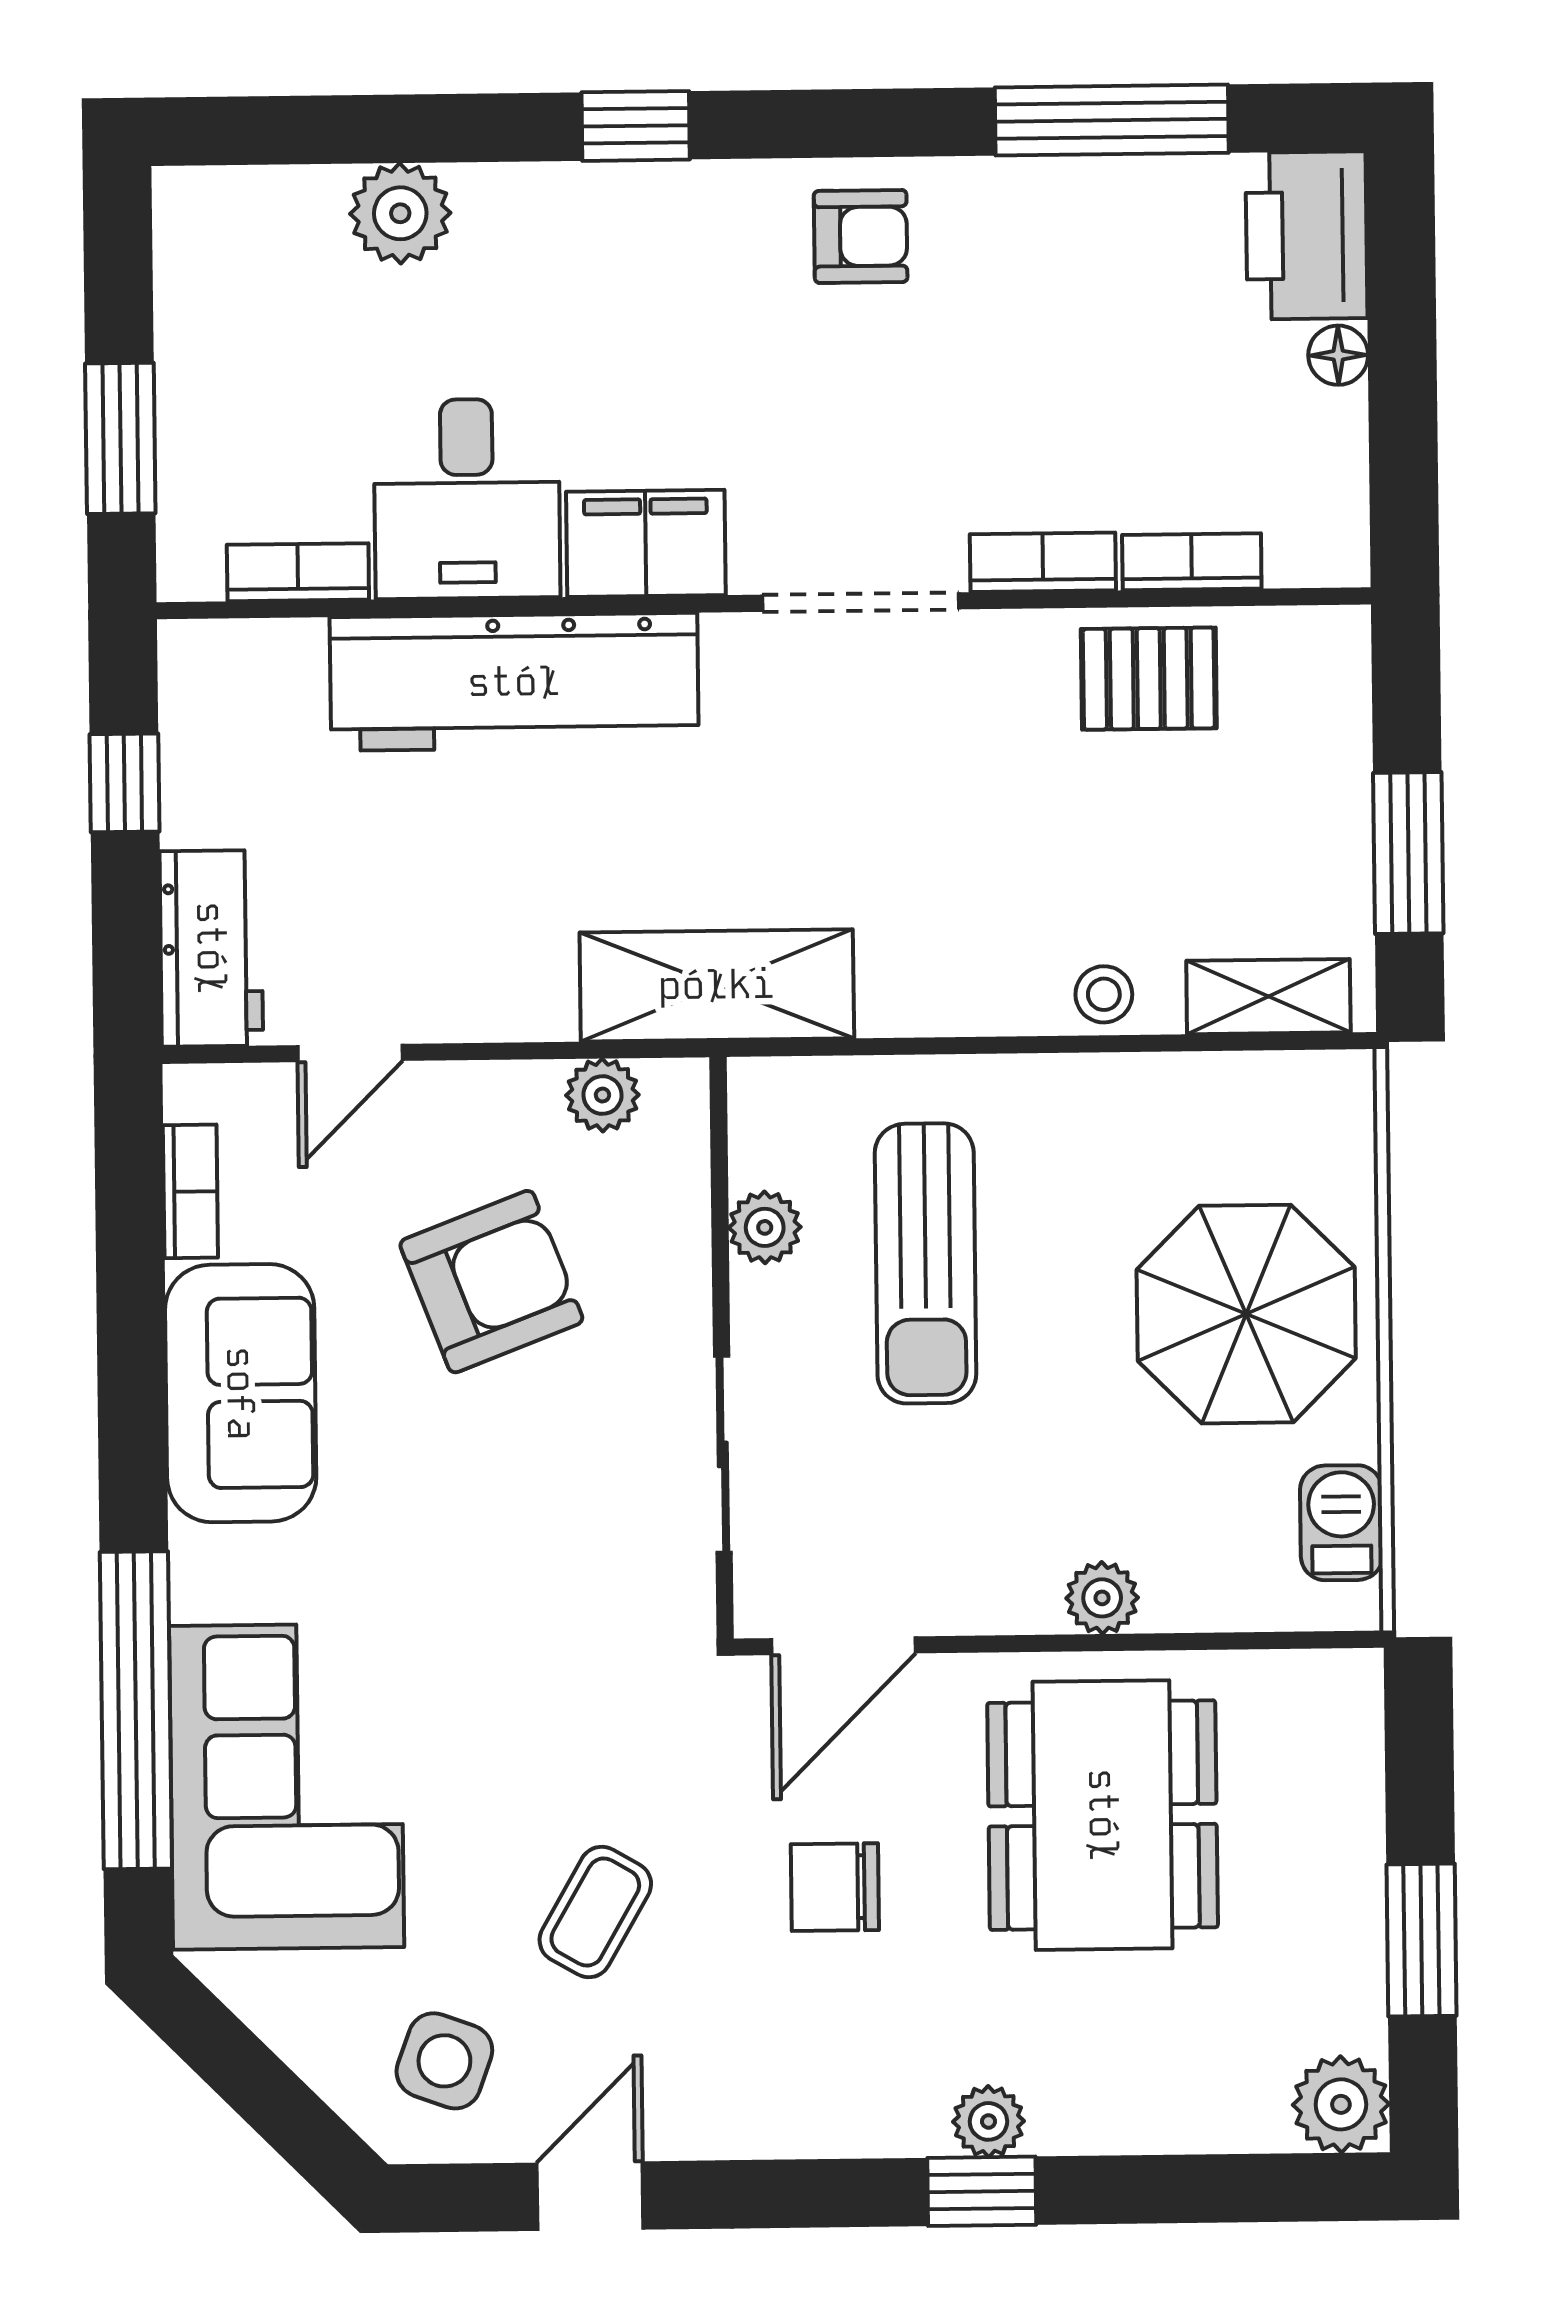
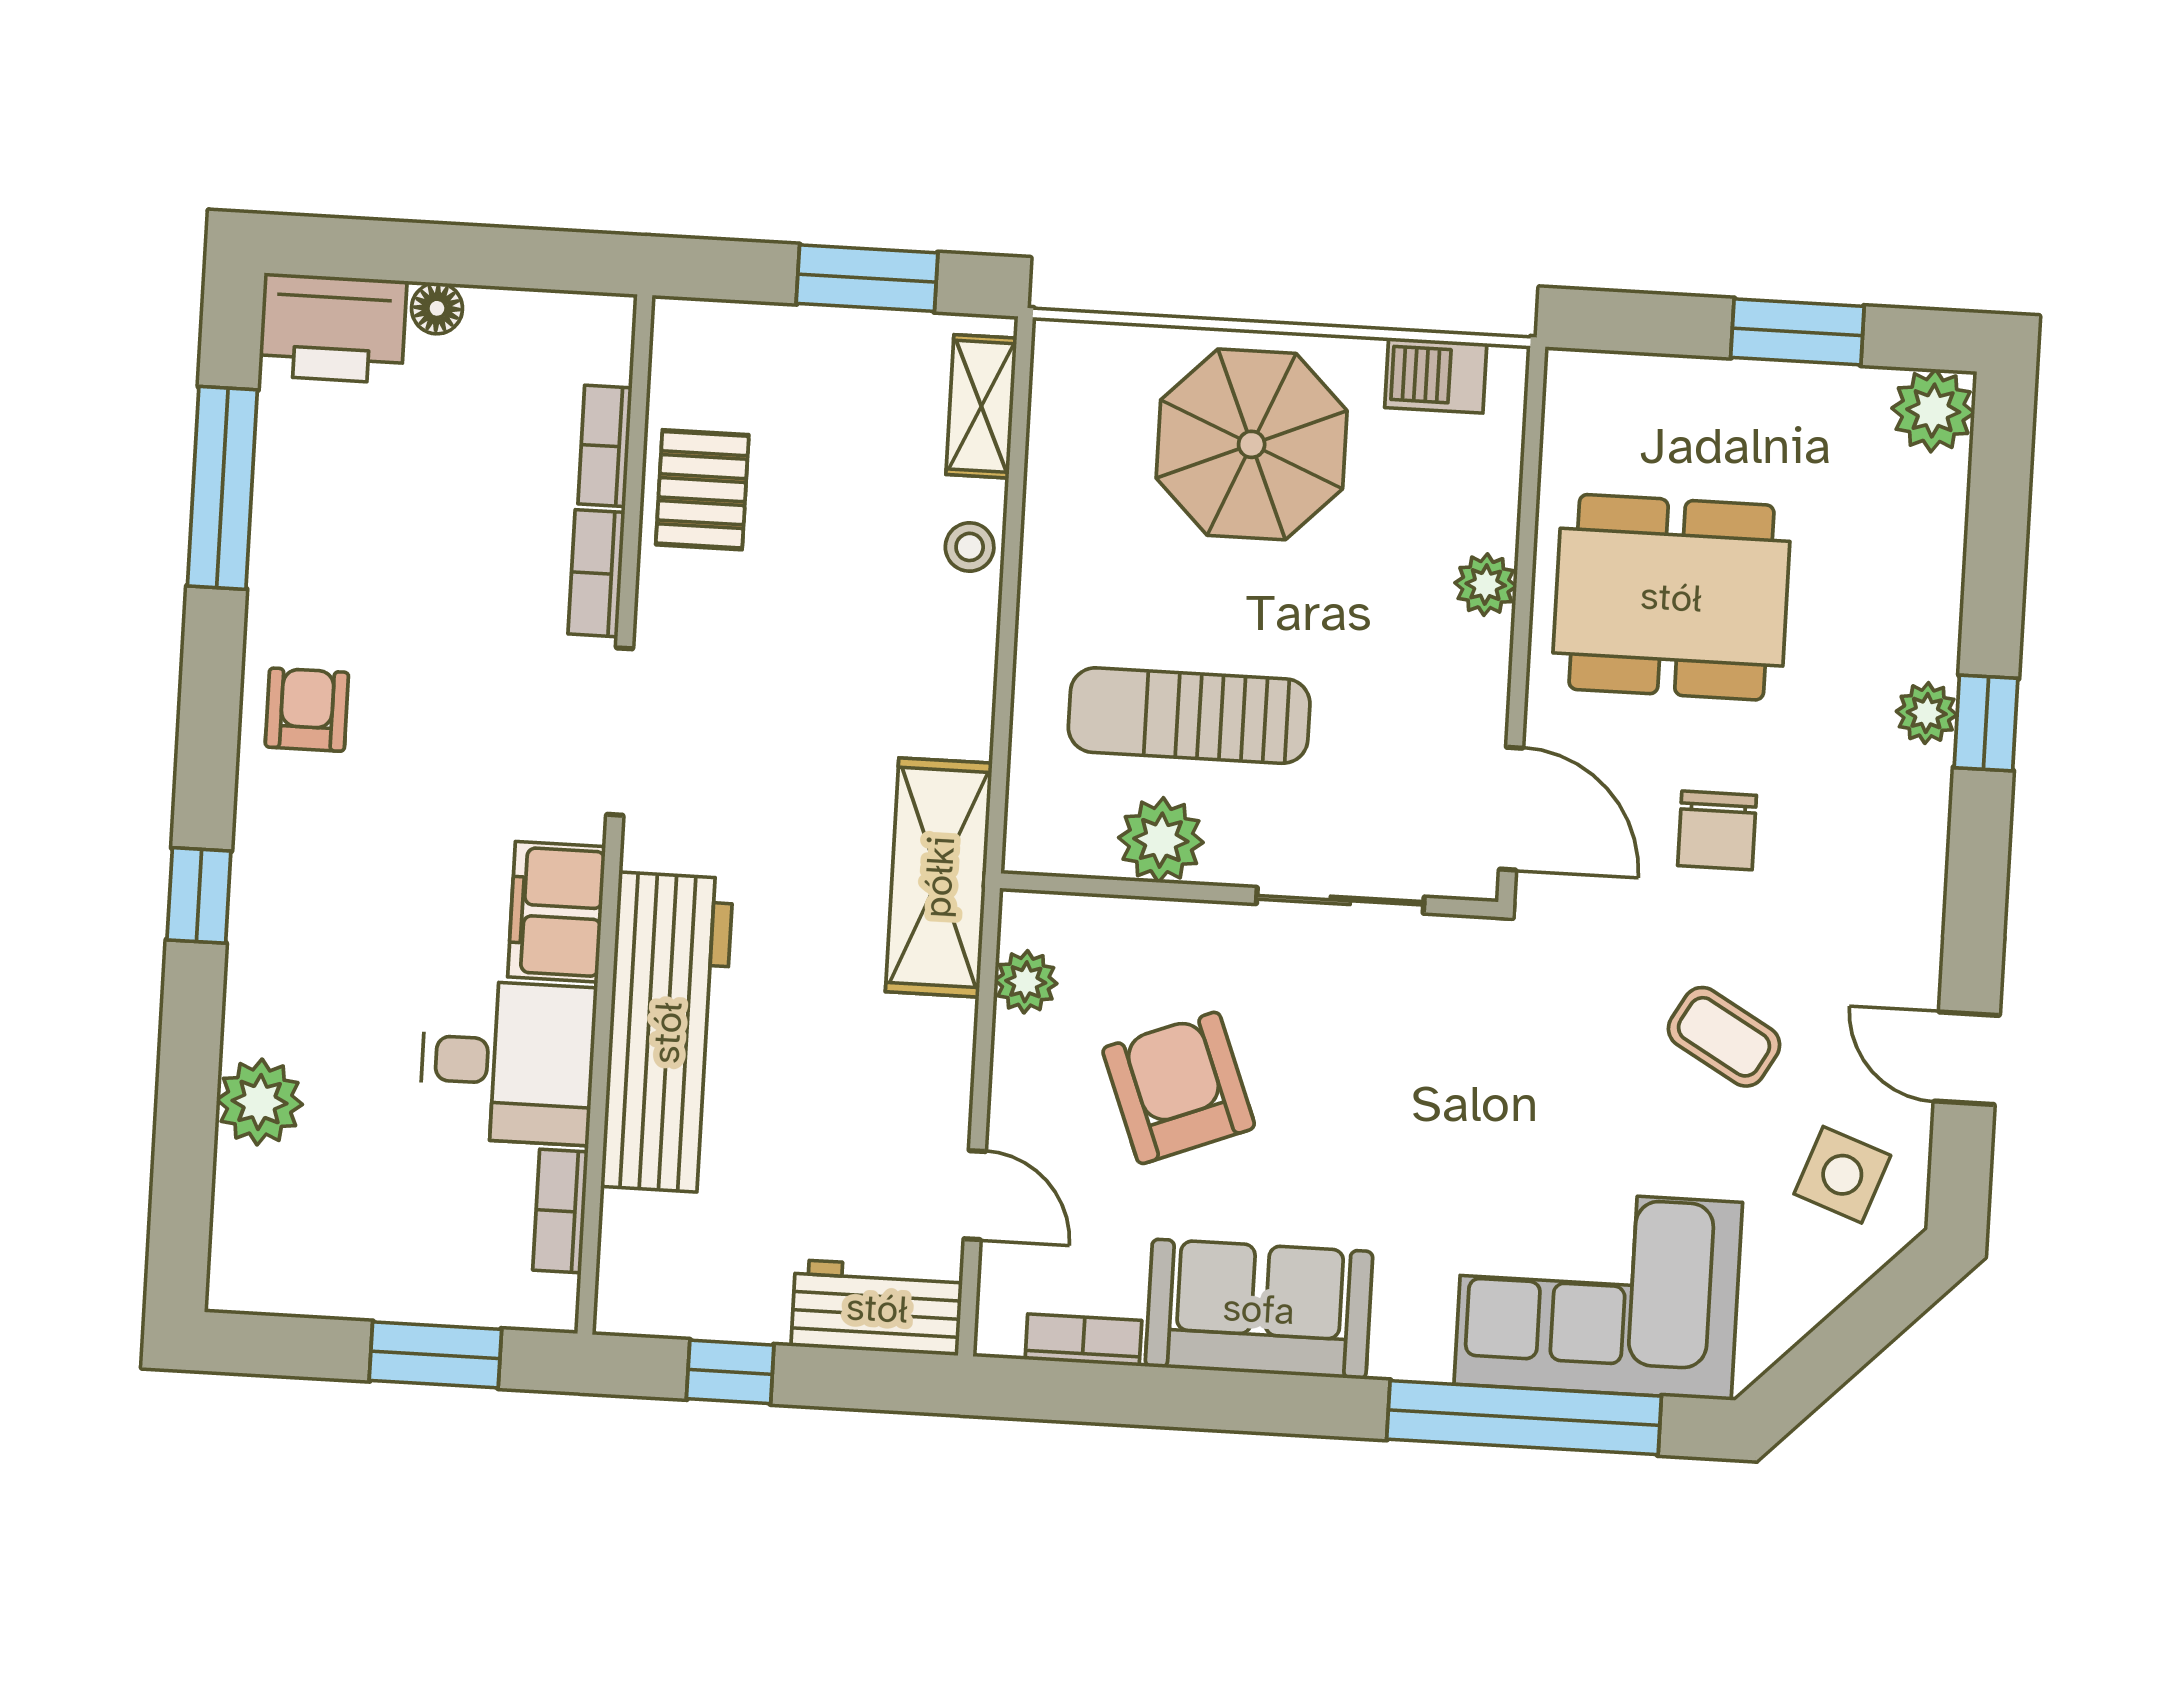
plant: (765, 1227) -> (1161, 840), width x1.38, depth x1.38
sun lounger: (926, 1263) -> (1189, 716), turned 180

